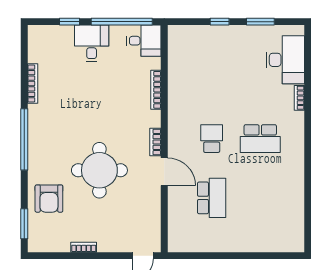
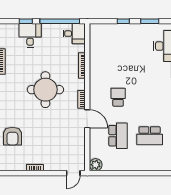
desk: (92, 43) -> (30, 35), moved
school desk: (260, 139) -> (150, 136), moved
round table: (99, 170) -> (45, 90), moved
plant: (177, 243) -> (96, 165), added

